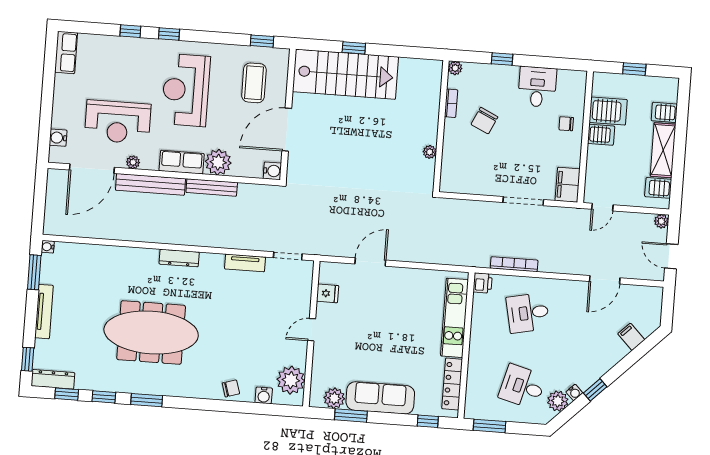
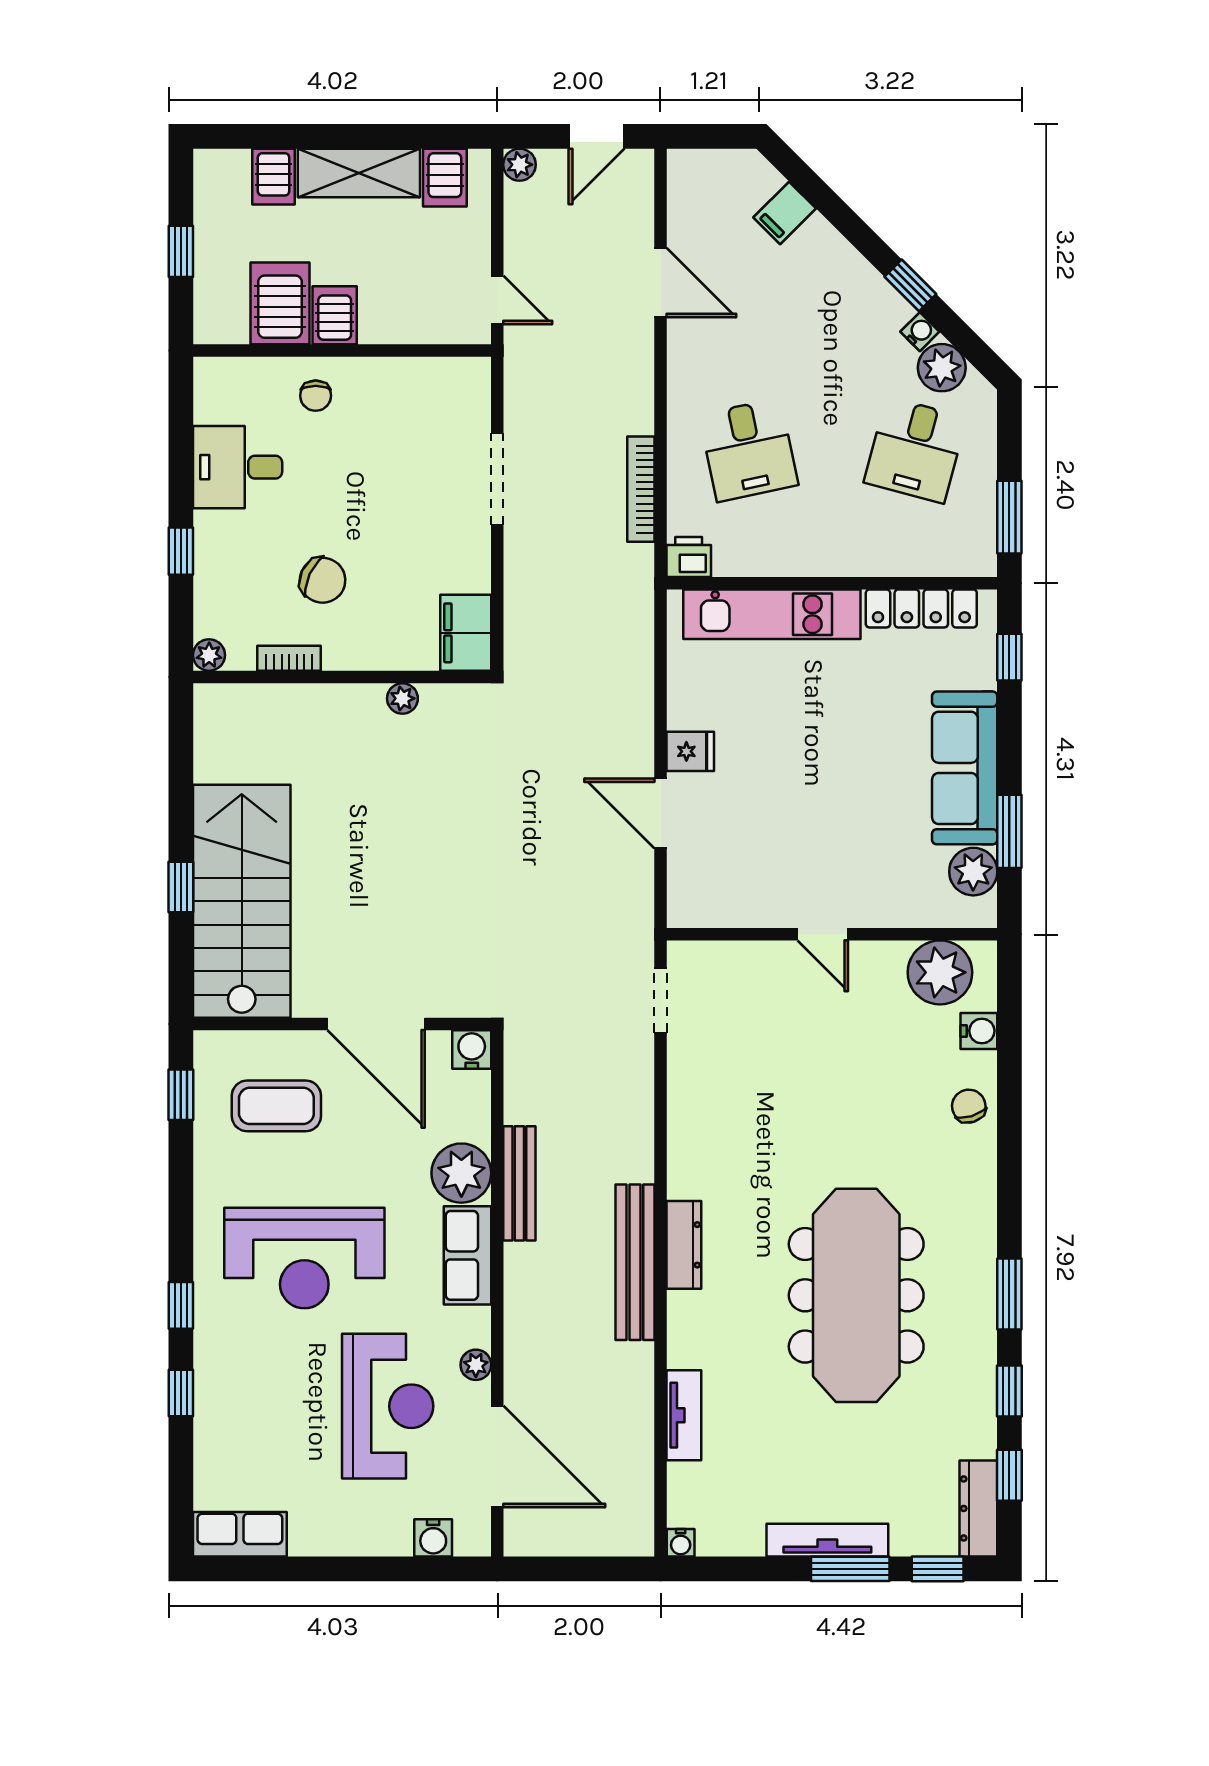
bench: (150, 184) -> (635, 1262), moved
filing cabinet: (568, 185) -> (466, 633), moved, turned 90
tv unit: (245, 263) -> (684, 1415), moved
window: (34, 272) -> (850, 1569), moved
fridge: (328, 293) -> (690, 751), moved, turned 90

